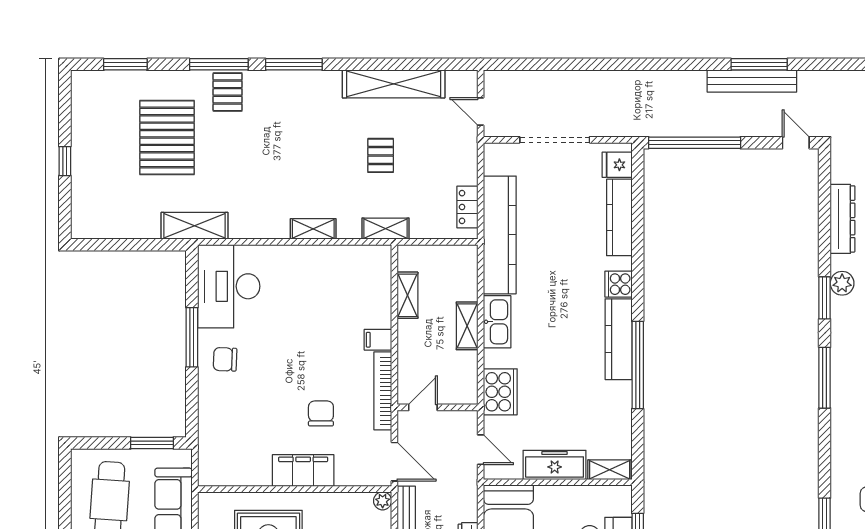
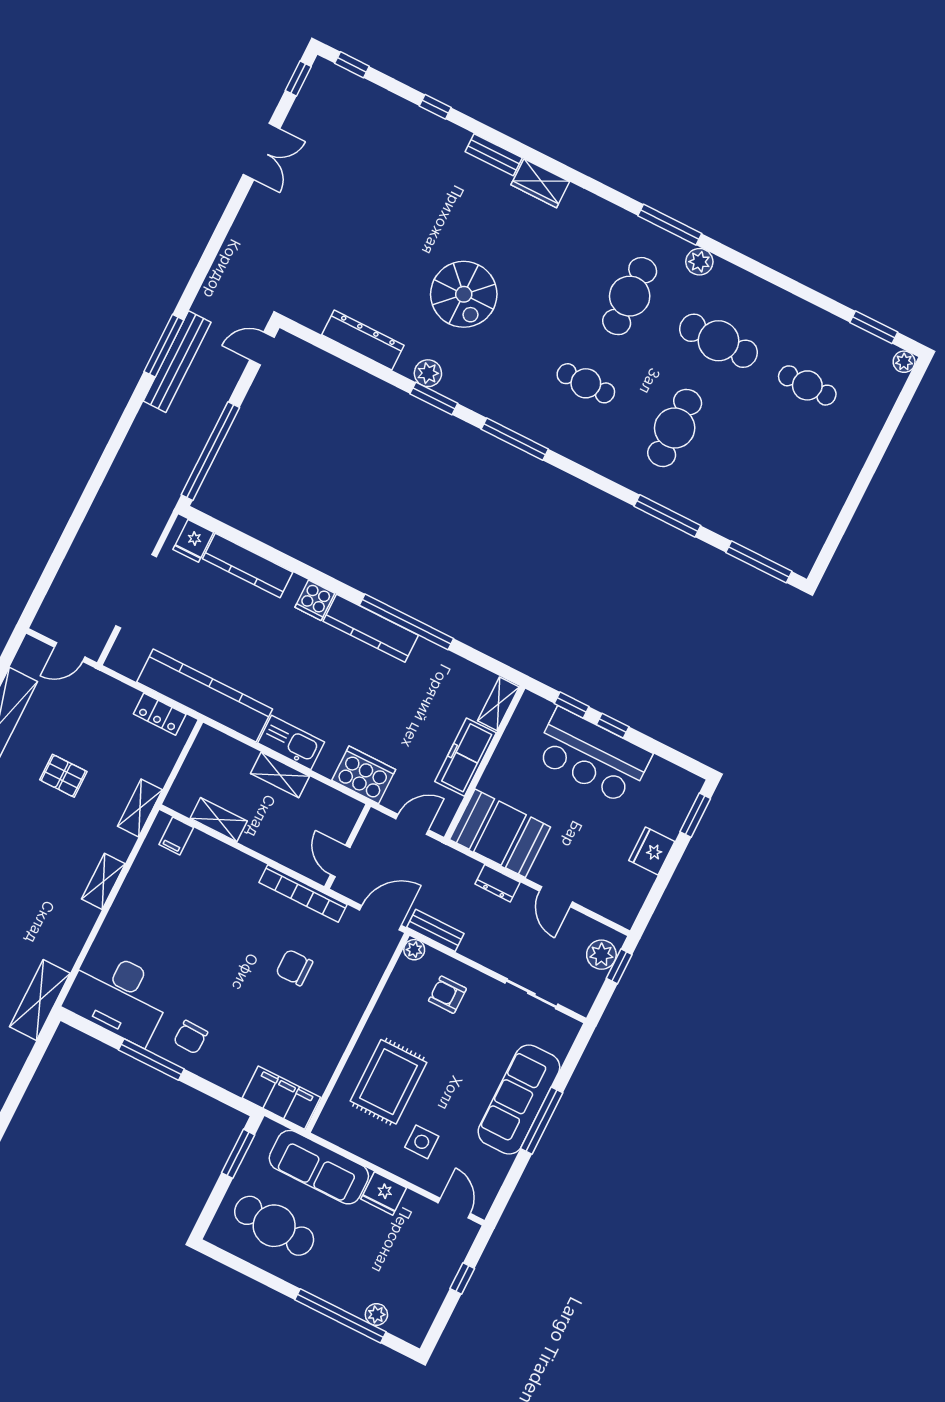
filing cabinet: (378, 340) -> (176, 836), moved
filing cabinet: (303, 470) -> (281, 1098), moved, turned 90

